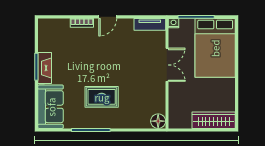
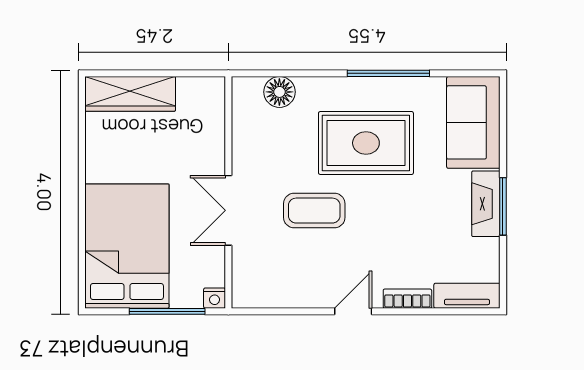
tv unit: (150, 24) -> (467, 296), moved
coffee table: (126, 65) -> (314, 211), added
rug: (102, 97) -> (366, 143), width x1.36, depth x1.43
floor lamp: (158, 121) -> (279, 92), moved

